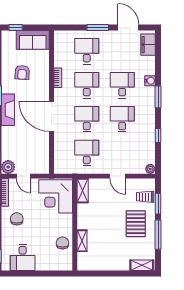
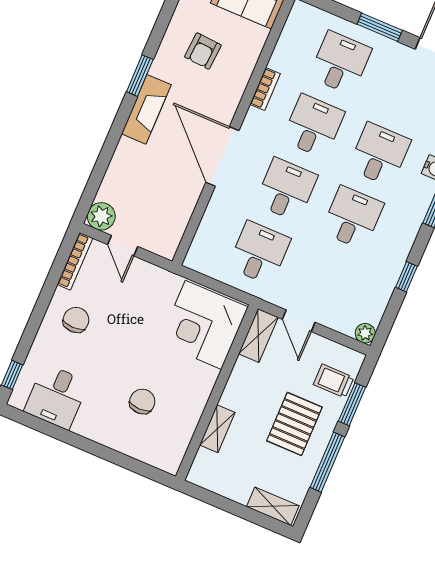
shelving: (83, 191) -> (258, 336), moved
corner desk: (56, 196) -> (203, 325), moved
wall: (75, 225) -> (217, 393), moved
shelving: (82, 241) -> (217, 429), moved

